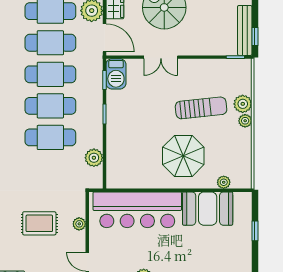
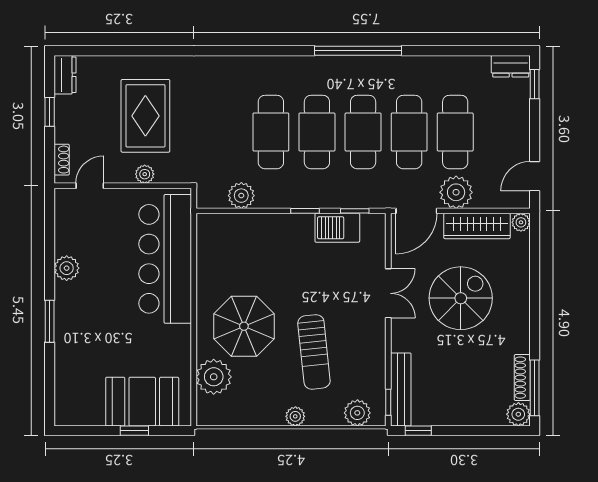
bench: (245, 30) -> (401, 389), moved, turned 90
double door: (161, 57) -> (388, 293), swing flipped
barbecue: (116, 74) -> (337, 228), moved
plant: (243, 104) -> (357, 413), moved
plant: (224, 182) -> (214, 377), width x1.88, depth x1.88
booth: (208, 209) -> (142, 402), moved, turned 90
rug: (39, 223) -> (145, 116), width x1.36, depth x1.43

